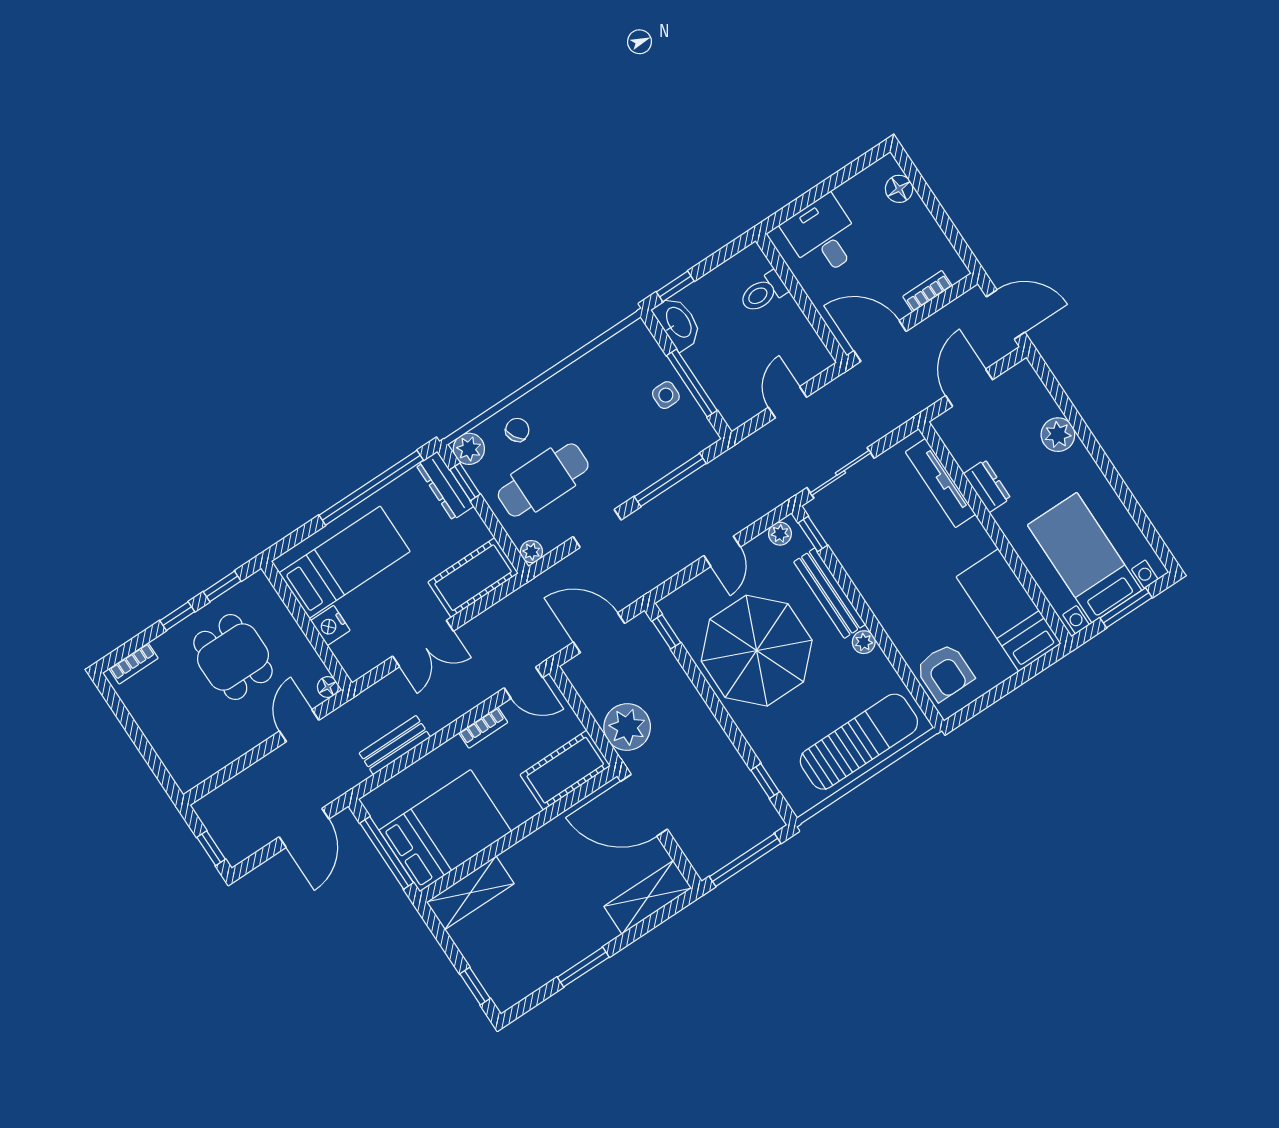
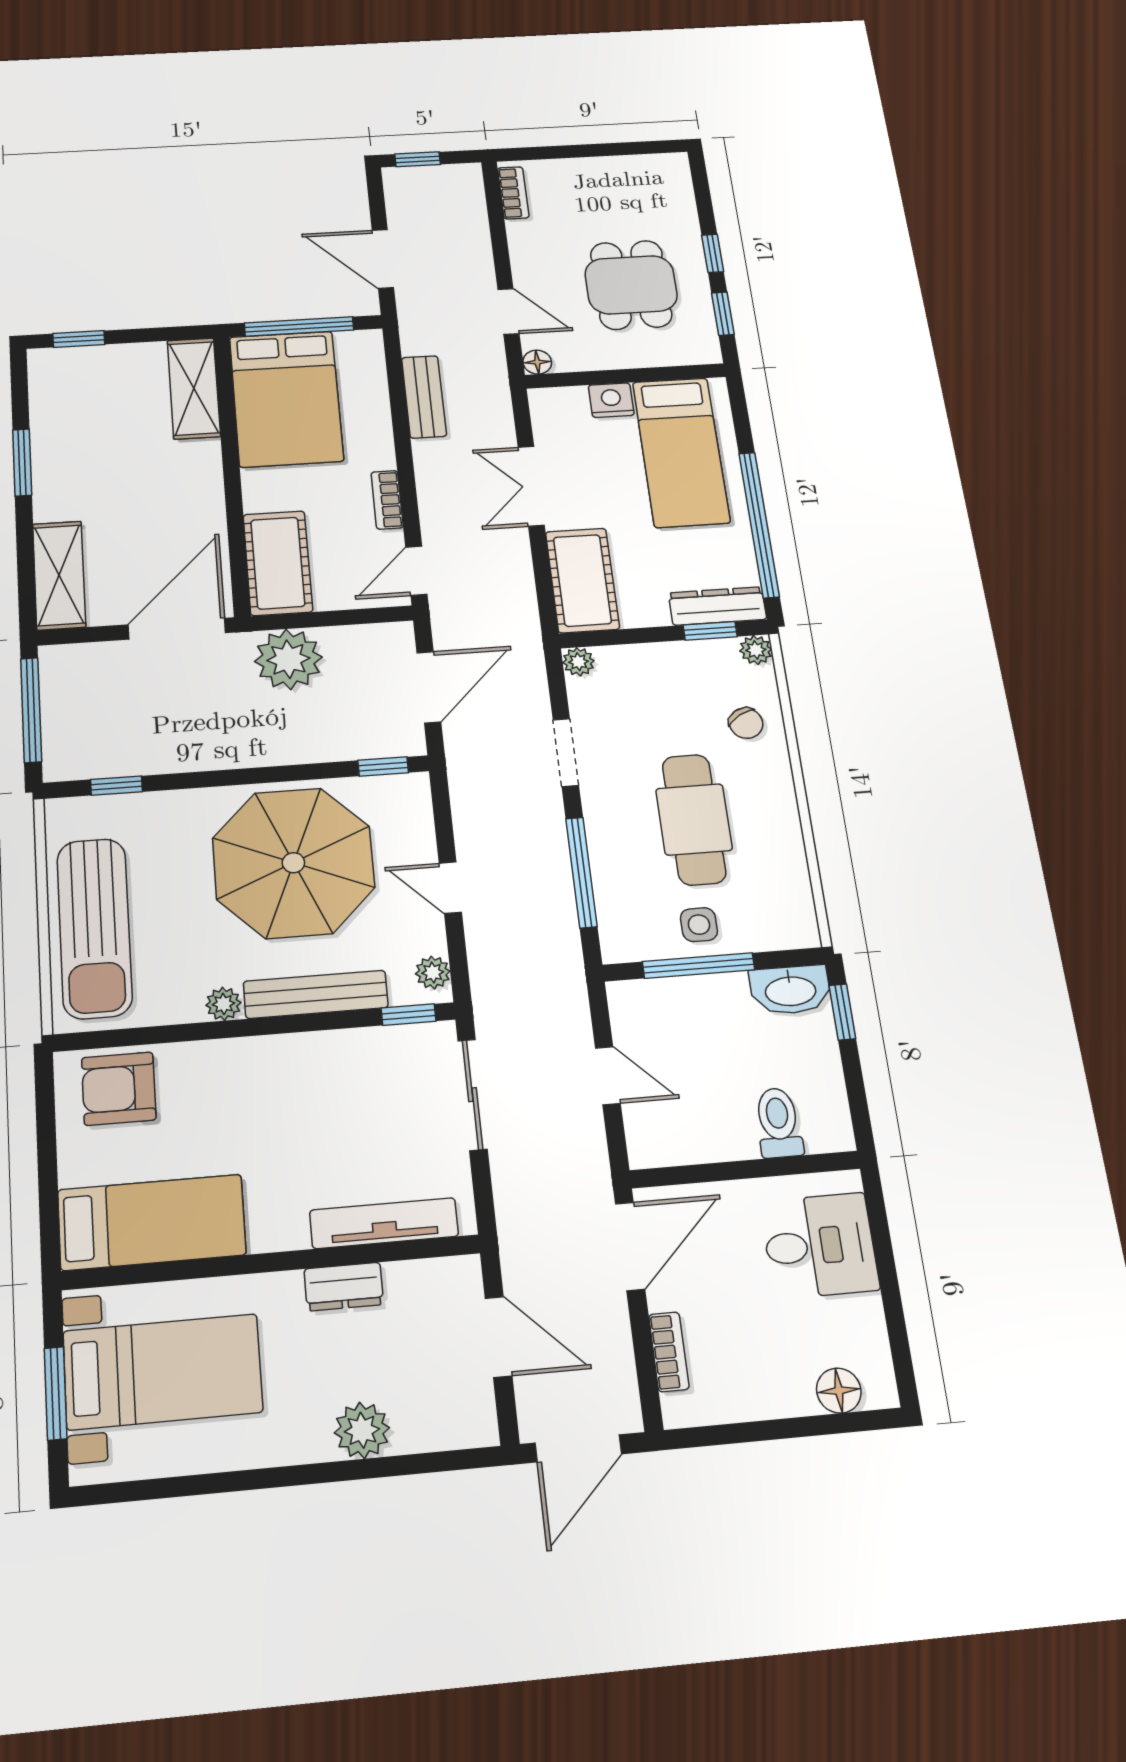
plant: (469, 449) -> (756, 650), width x0.73, depth x0.73
cafe table: (543, 480) -> (694, 819), moved
dining table: (233, 657) -> (631, 285), turned 90
bookcase: (134, 663) -> (513, 193), moved, turned 180

